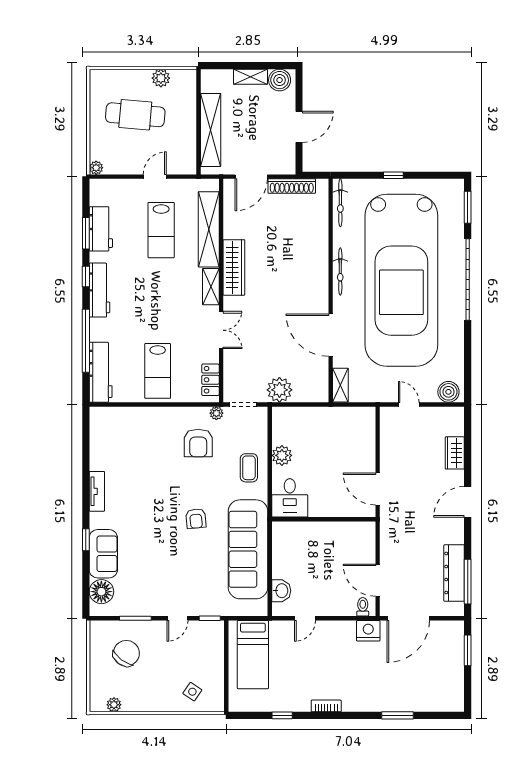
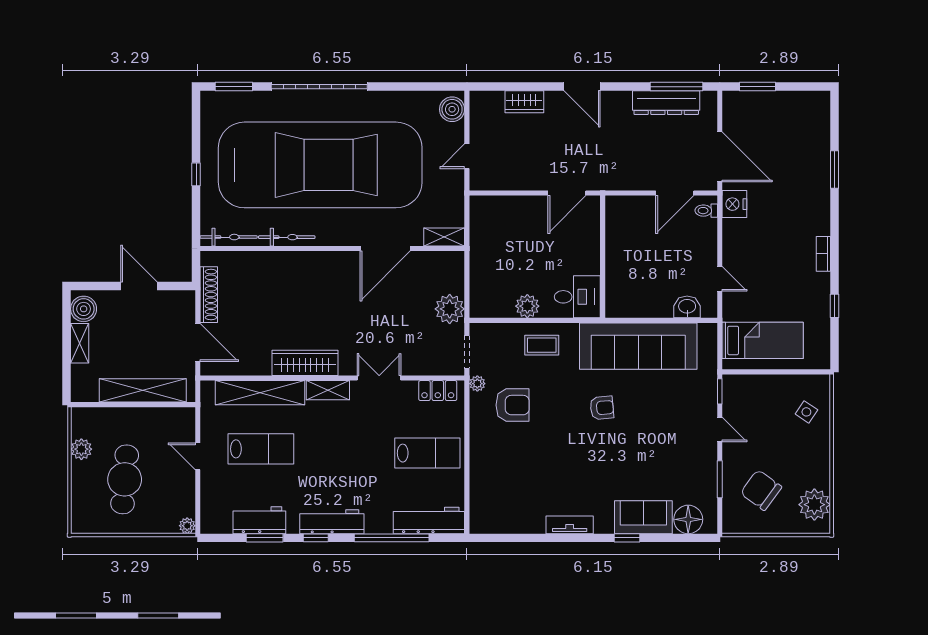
bicycle: (340, 272) -> (287, 237), moved
plant: (114, 705) -> (814, 505), width x1.88, depth x1.88

